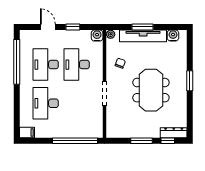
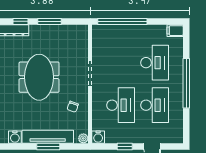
window: (17, 62) -> (186, 83), moved

